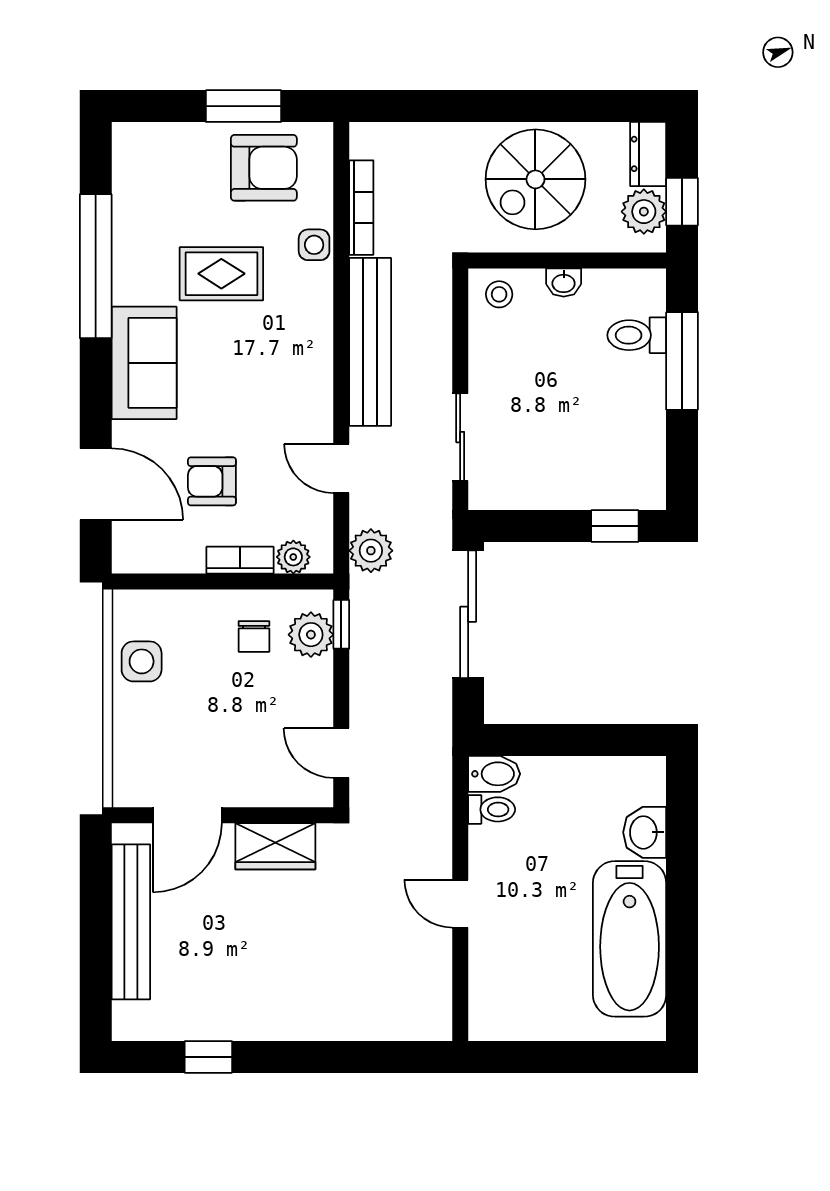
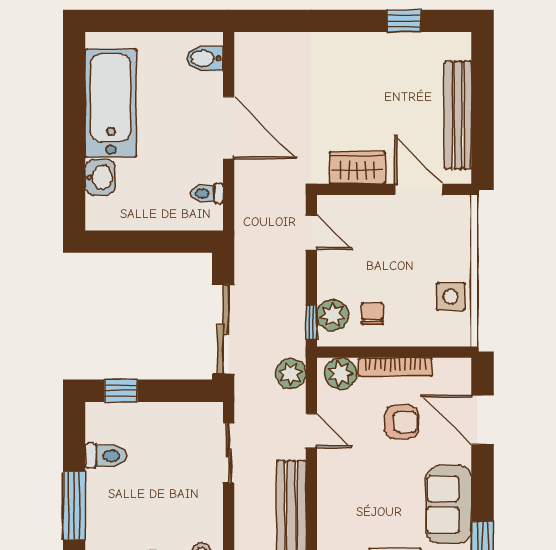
toilet: (637, 335) -> (106, 456), moved
plant: (293, 557) -> (341, 374), width x1.38, depth x1.38
bookcase: (240, 560) -> (395, 367), width x1.56
bidet: (494, 774) -> (205, 58), moved
door: (187, 815) -> (419, 189), hinge flipped
door: (460, 904) -> (229, 128), width x1.87

